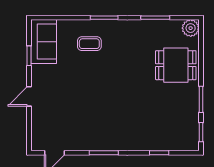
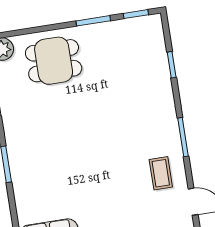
coffee table: (89, 44) -> (161, 173), moved
dining table: (176, 65) -> (54, 61), turned 90

